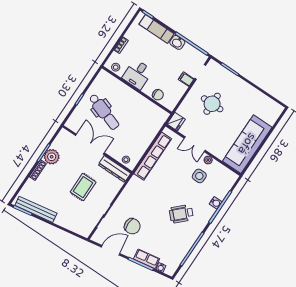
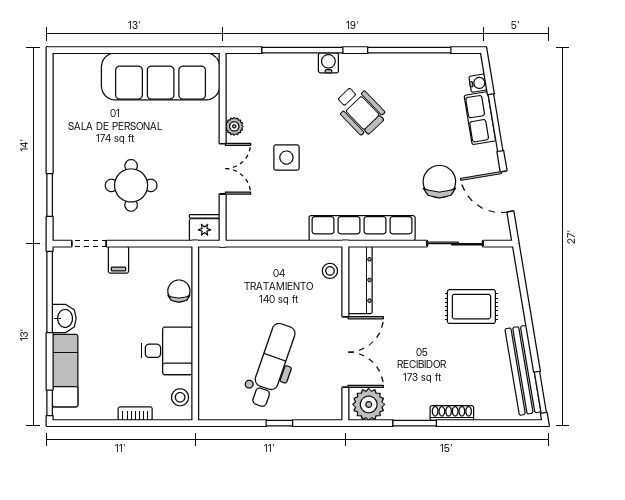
double door: (90, 144) -> (345, 352), swing flipped
row of seats: (153, 156) -> (362, 228), moved
plant: (52, 157) -> (369, 404), moved
side table: (199, 176) -> (286, 158), moved
rug: (83, 187) -> (471, 307), moved
water cooler: (216, 203) -> (328, 63), moved

